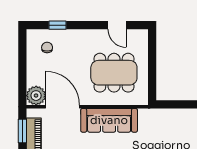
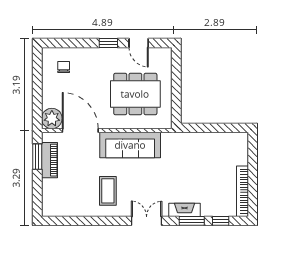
window: (57, 25) -> (108, 43), moved

